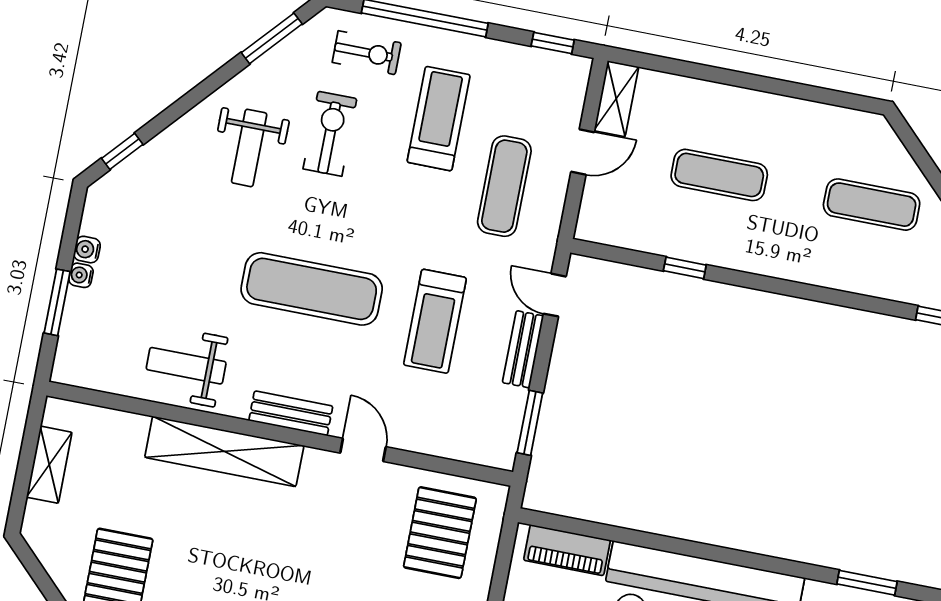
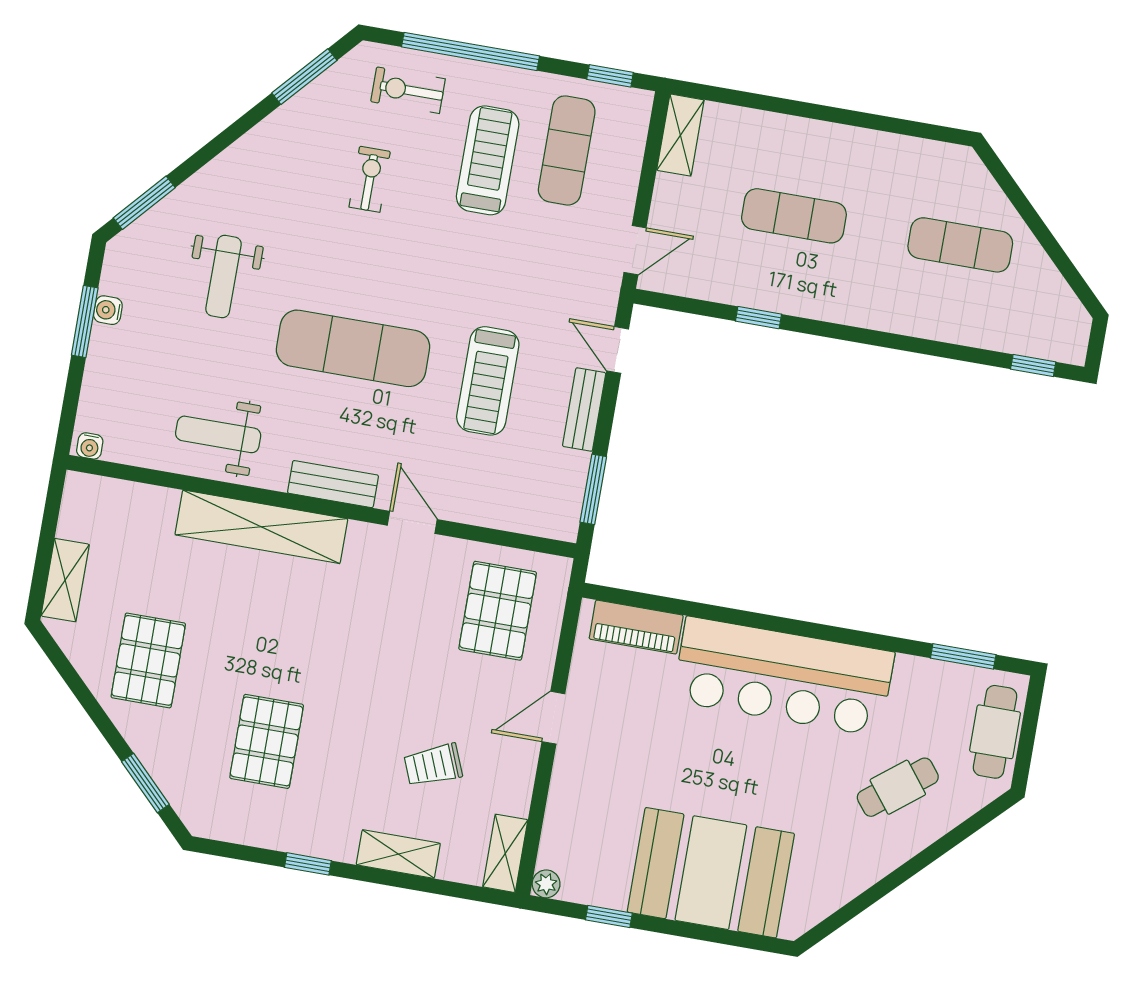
exercise bike: (367, 53) -> (408, 90), turned 180
exercise bike: (330, 134) -> (370, 179), width x0.73, depth x0.72
weight bench: (249, 148) -> (223, 276), moved
window: (122, 151) -> (144, 203), width x1.50
door: (583, 152) -> (635, 250), moved
exercise mat: (504, 186) -> (567, 150), moved
water cooler: (81, 275) -> (90, 446), moved, turned -90
window: (57, 302) -> (85, 322), moved
shelving: (49, 465) -> (65, 580), moved

